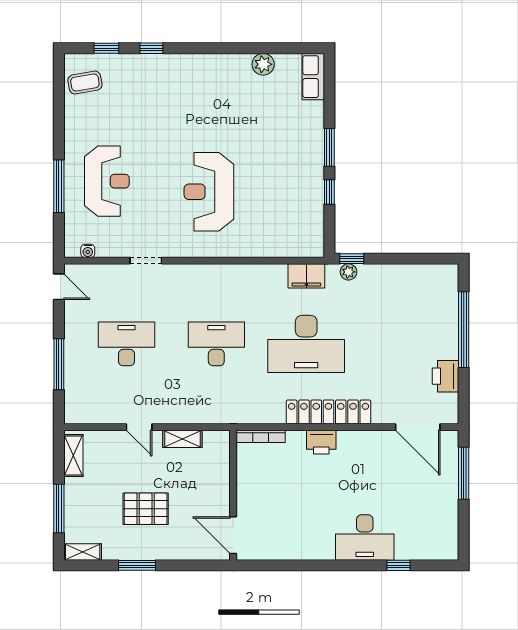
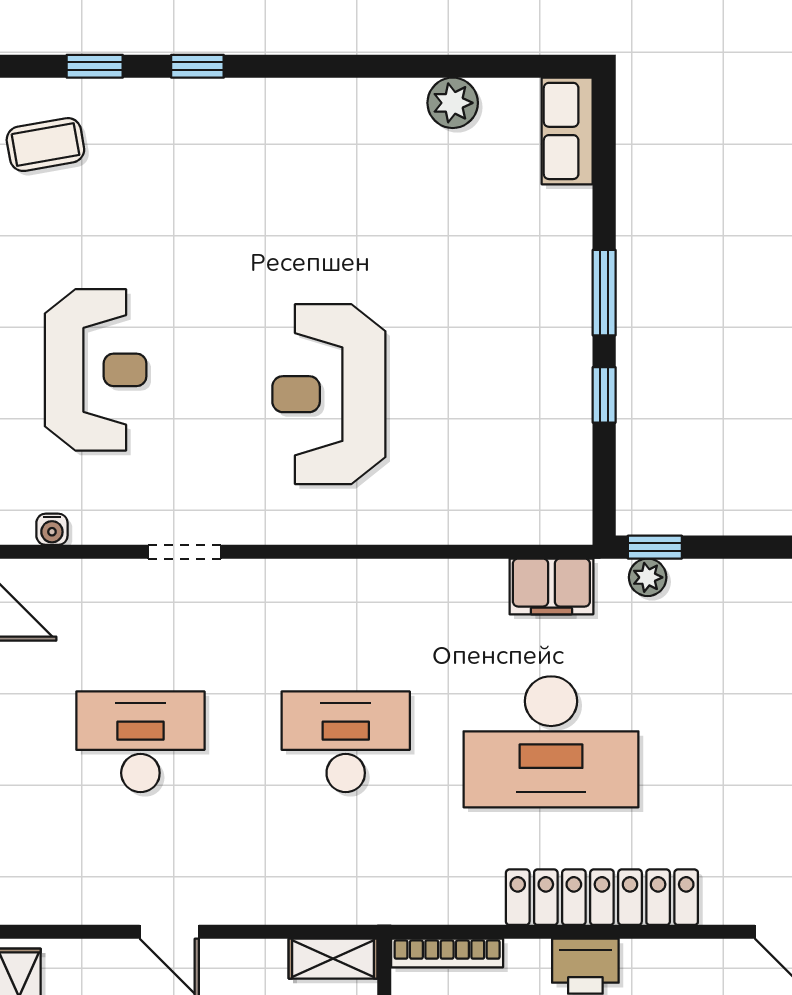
shelving: (182, 439) -> (333, 959), moved

